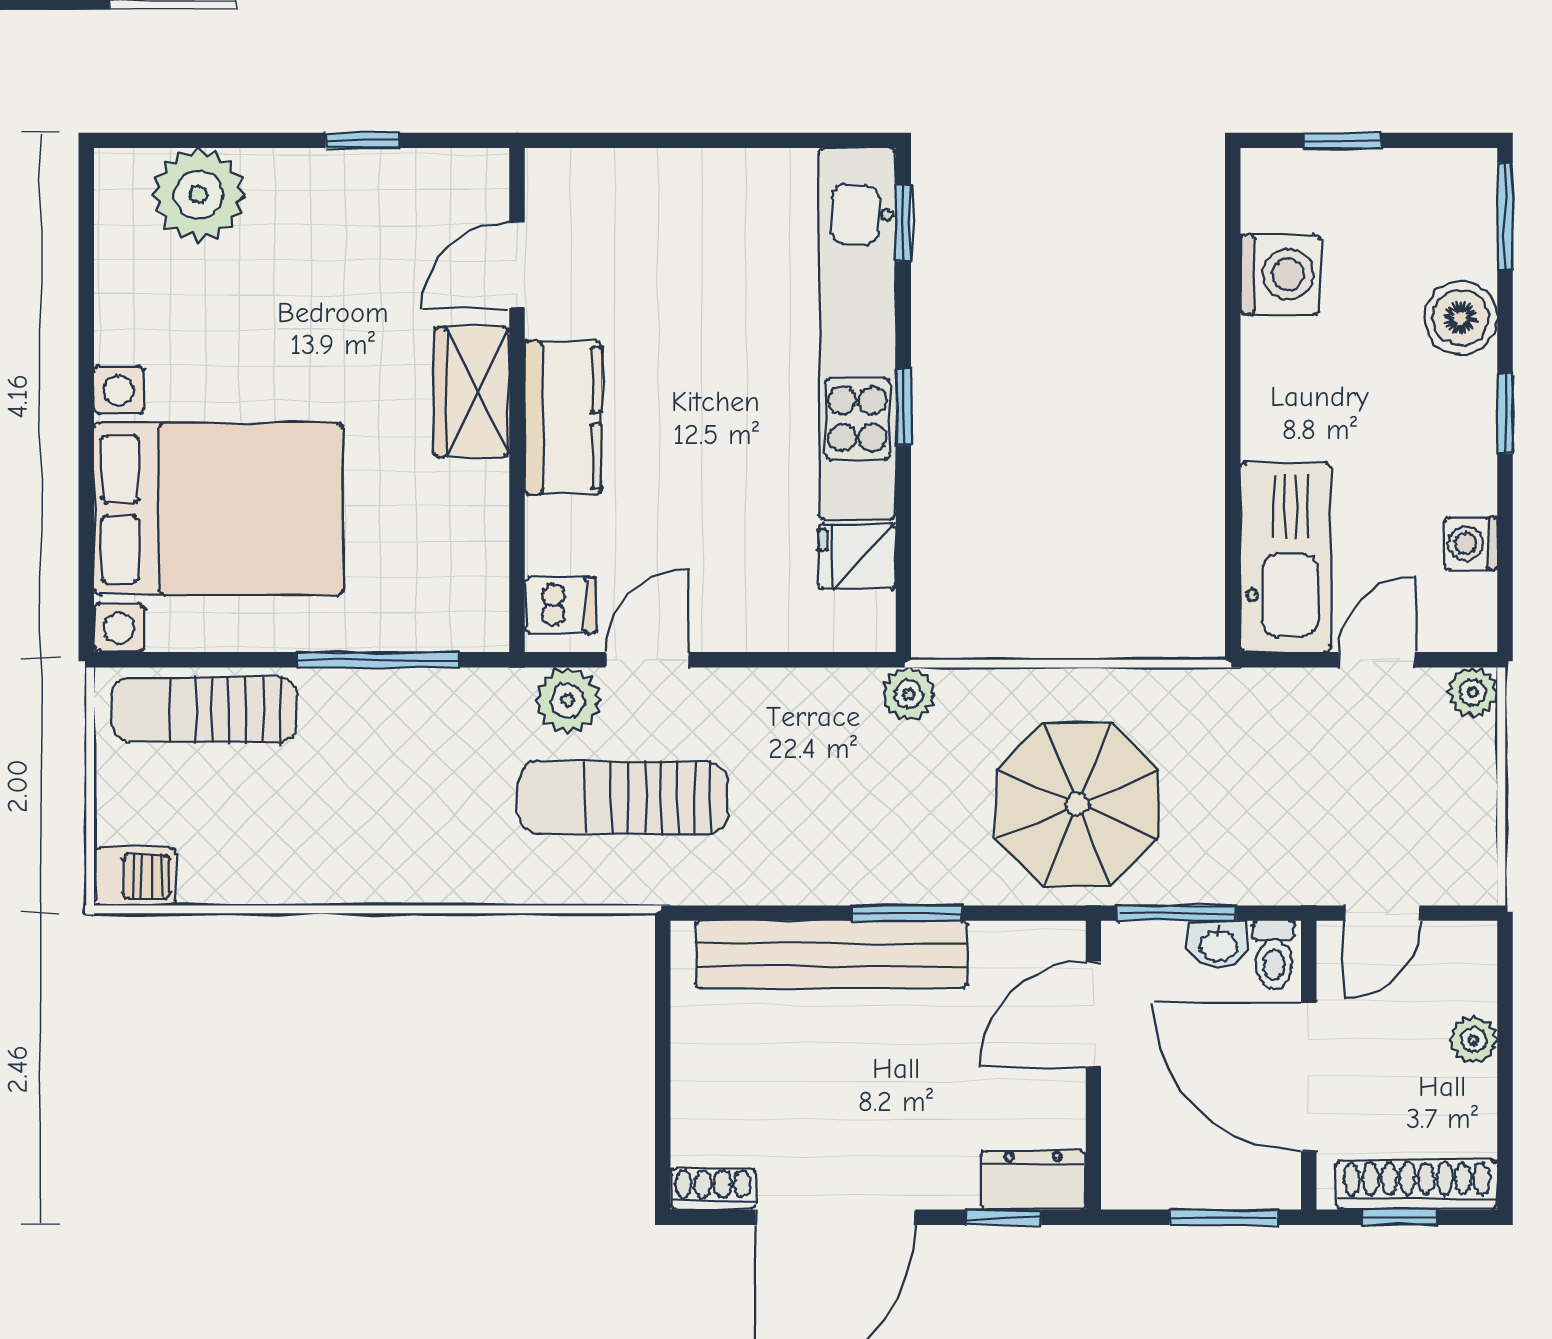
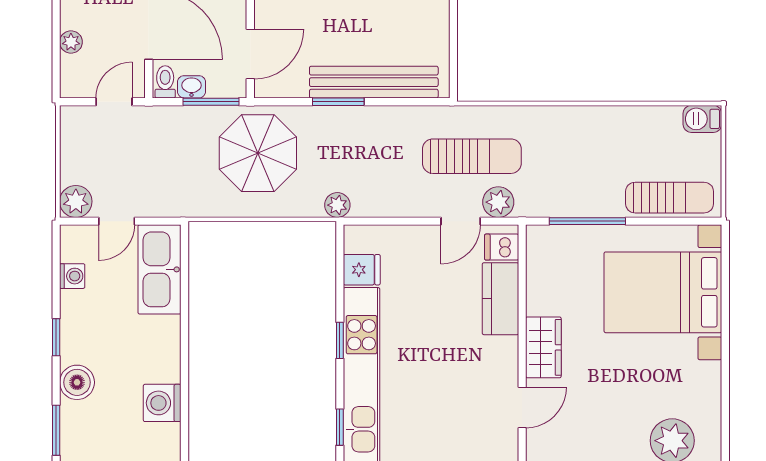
kitchen counter: (563, 418) -> (500, 299), moved
plant: (1473, 692) -> (76, 201), width x1.38, depth x1.38

